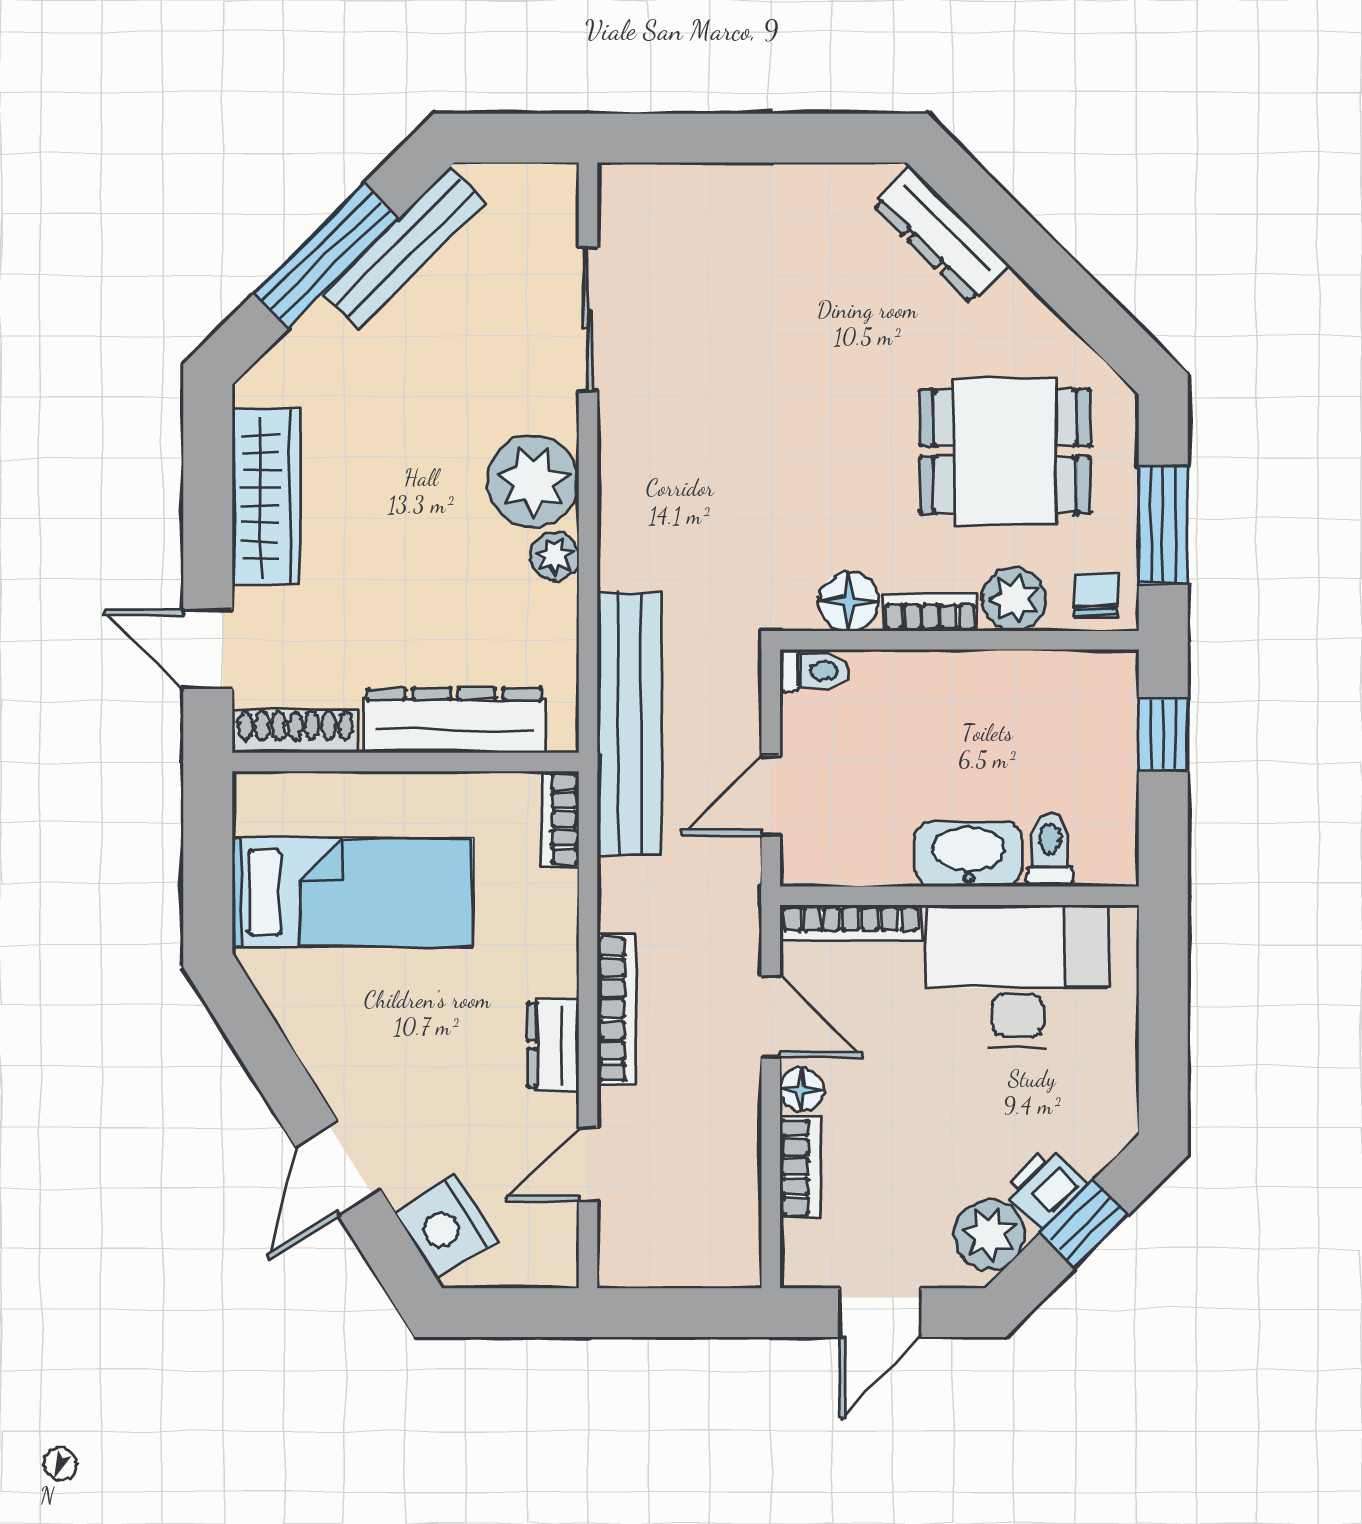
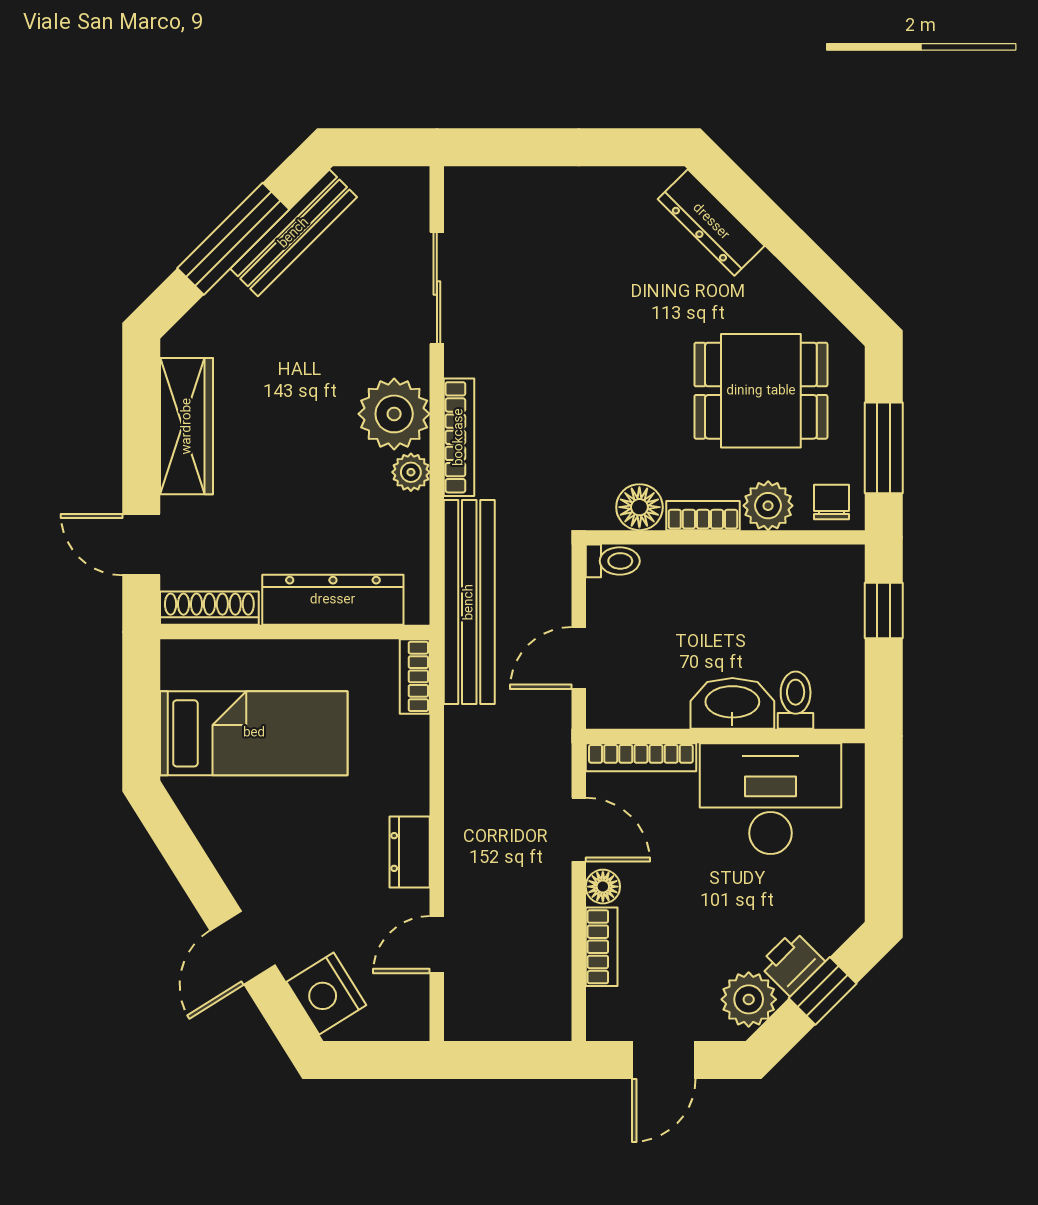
bookcase: (617, 1009) -> (459, 437), moved

